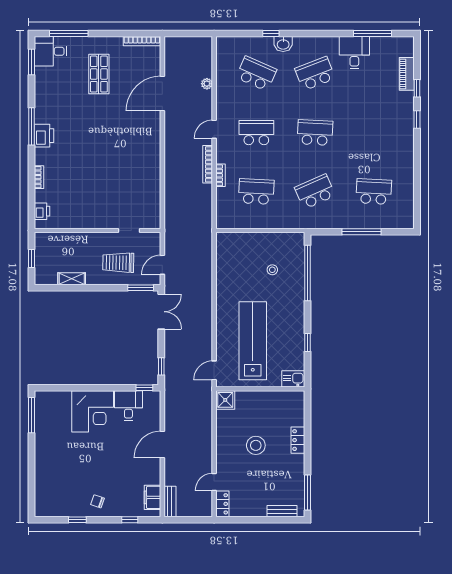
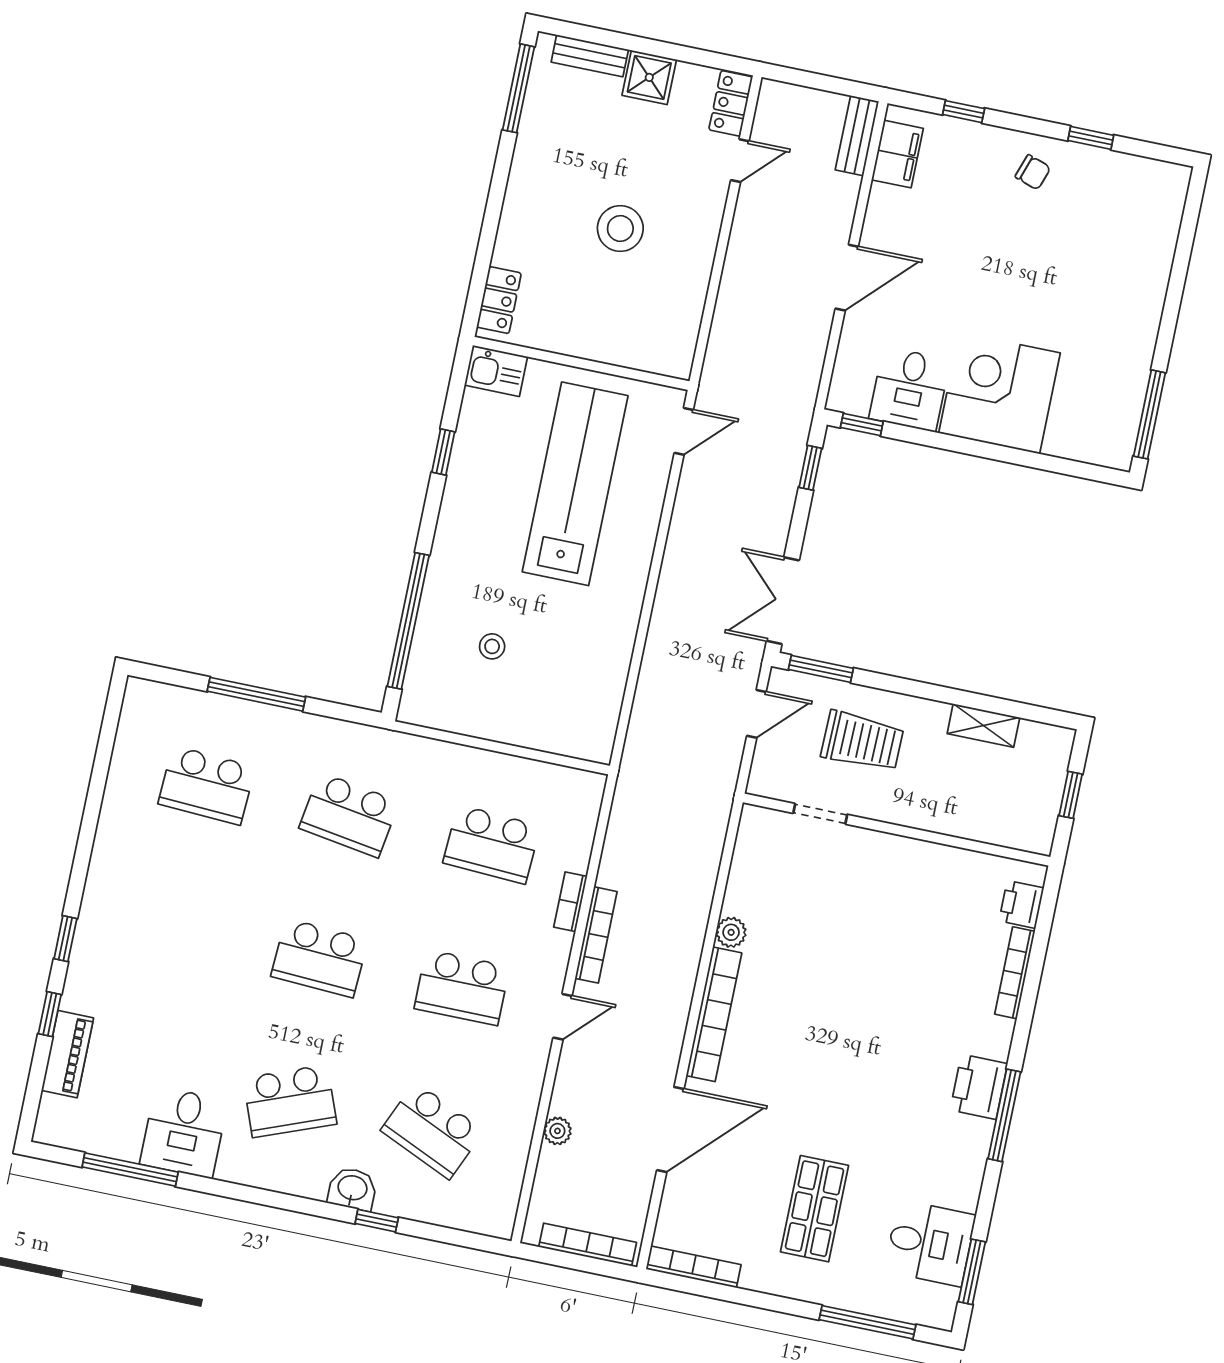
bookcase: (186, 41) -> (588, 1245), added
desk: (50, 51) -> (930, 1243), moved
bookcase: (155, 143) -> (714, 1014), added
plant: (154, 176) -> (731, 932), added
bookcase: (39, 177) -> (1015, 973), width x1.56
school desk: (315, 192) -> (349, 815), turned 33
lab bench: (253, 341) -> (575, 484), turned 180
shower: (225, 400) -> (649, 77), moved
locker: (298, 440) -> (499, 300), moved

